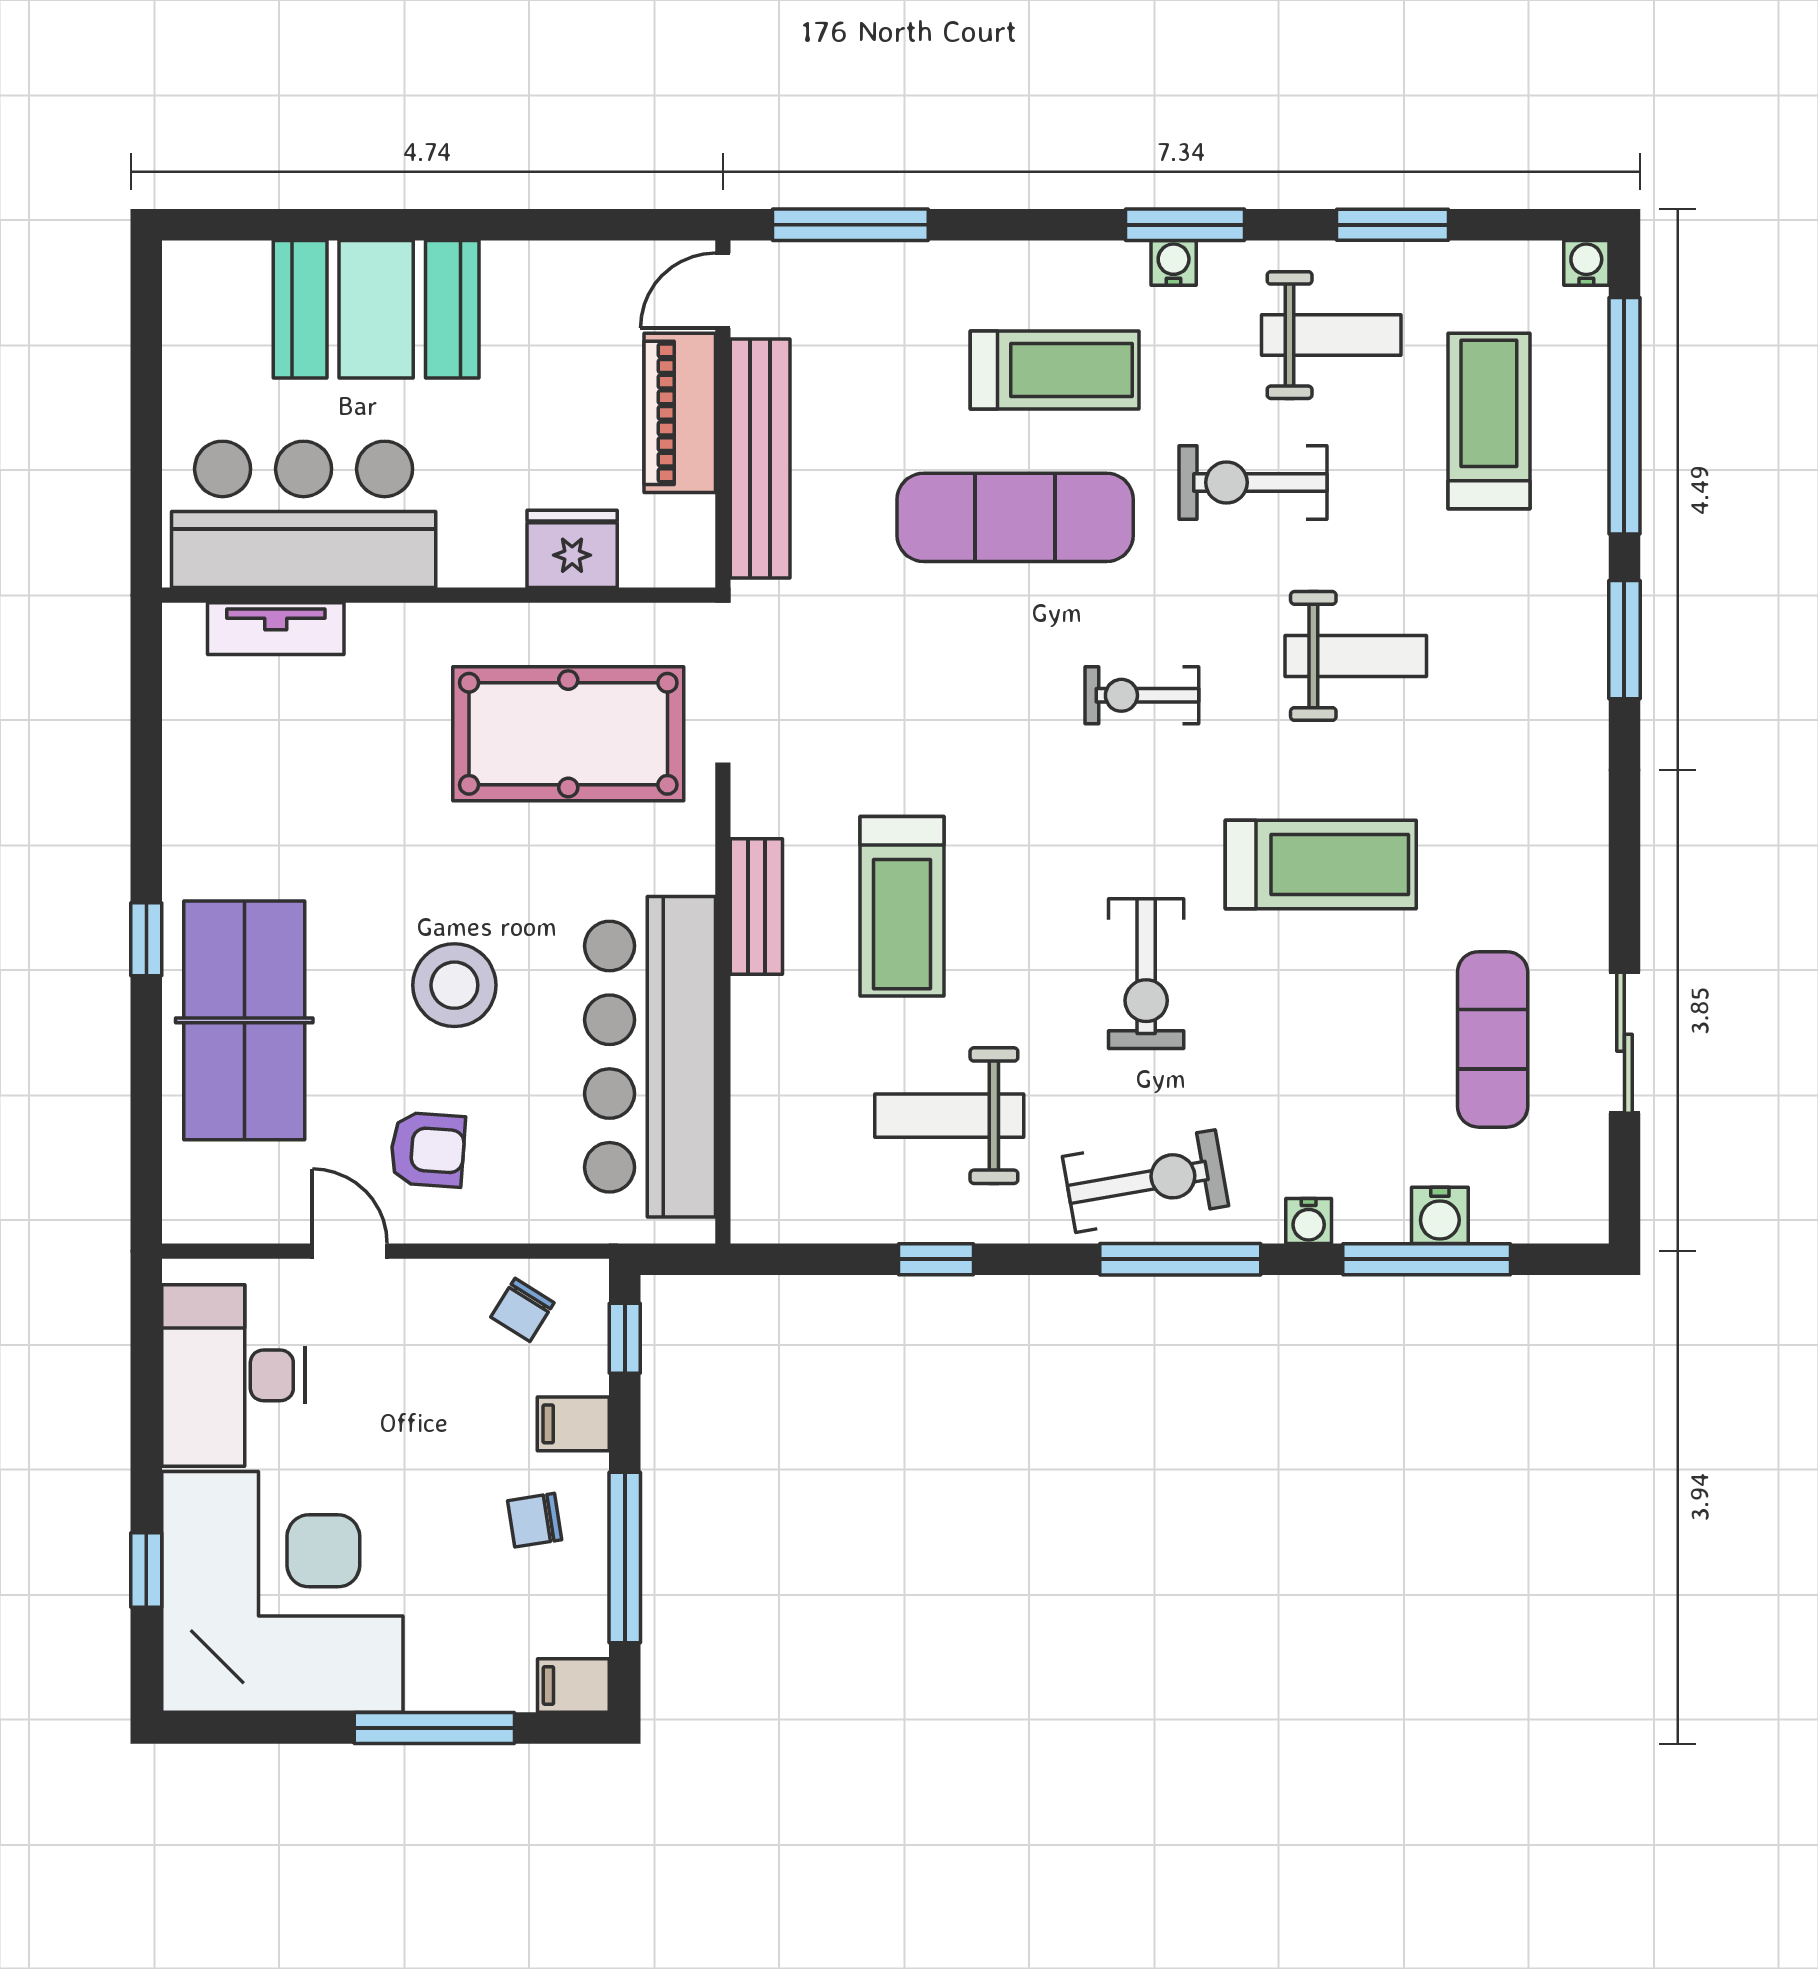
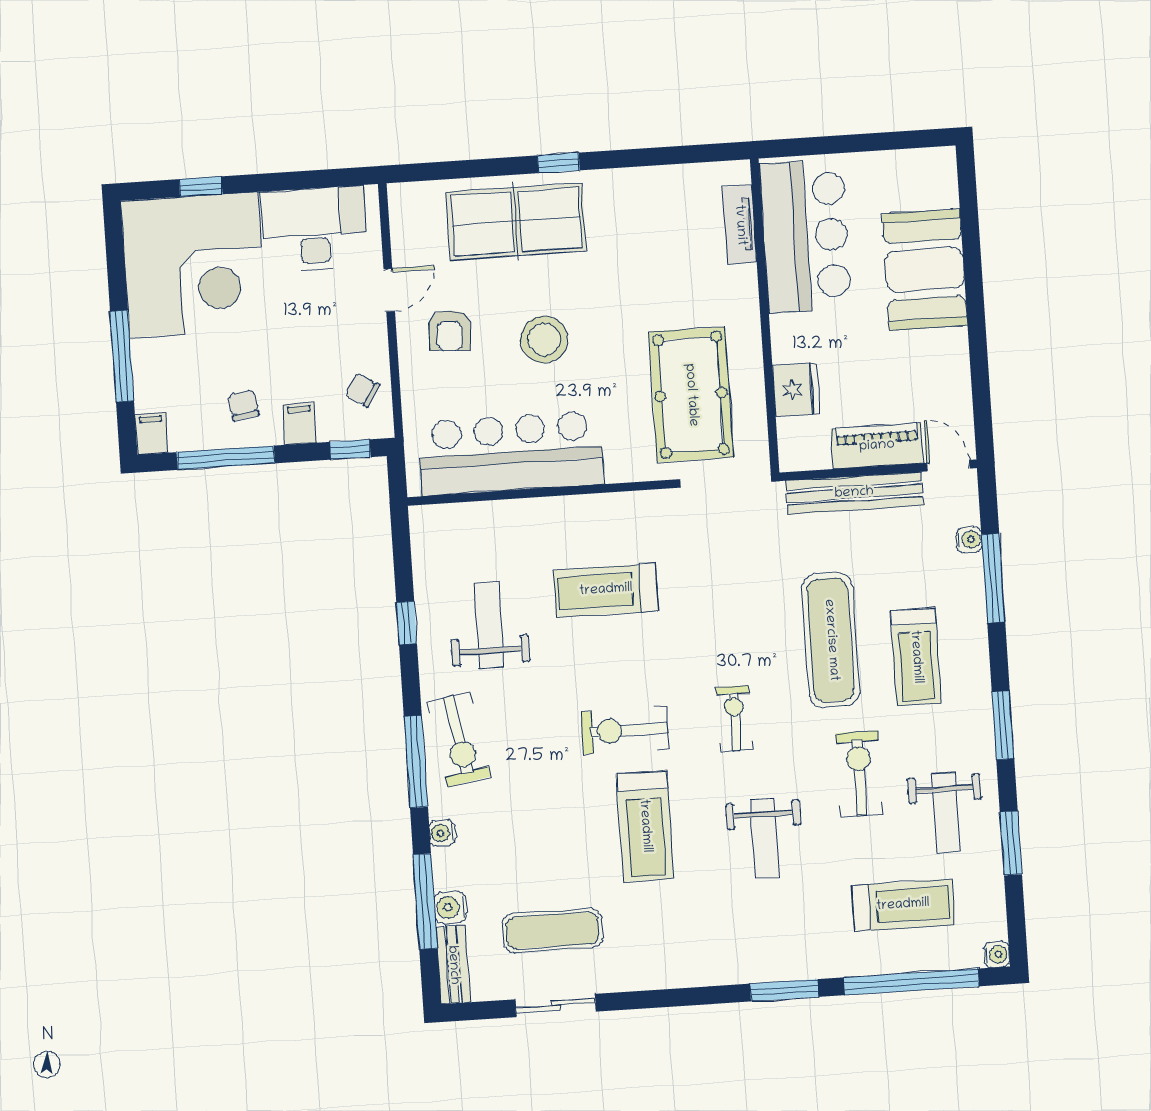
window: (850, 225) -> (993, 578), moved
water cooler: (1174, 263) -> (969, 540), moved
bench: (756, 906) -> (453, 965), moved, turned 90
exercise bike: (1146, 974) -> (625, 730), moved

